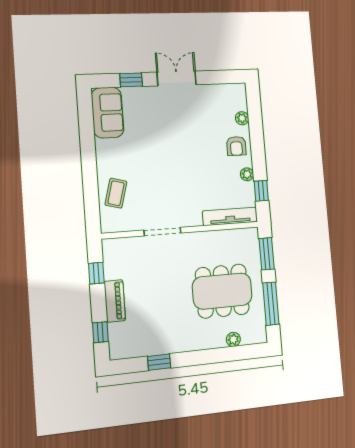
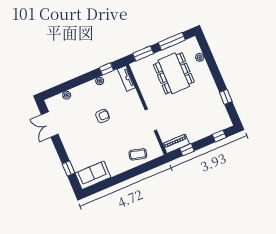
double door: (177, 78) -> (50, 124), moved
armchair: (236, 146) -> (103, 116), moved
tv unit: (230, 216) -> (126, 78), width x0.71
piano: (115, 301) -> (176, 144), moved

